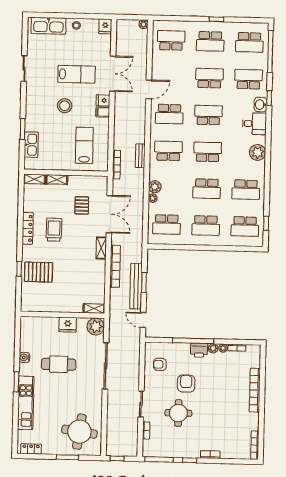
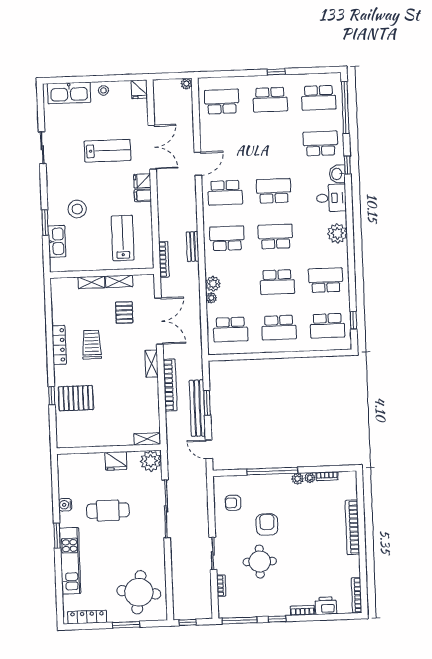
school desk: (209, 78) -> (272, 145), removed
stool: (65, 106) -> (77, 209), moved
shelving: (34, 179) -> (119, 281), moved
school desk: (246, 190) -> (326, 280), turned 180
printer: (199, 350) -> (326, 606), moved, turned 180
locker: (31, 449) -> (87, 617), width x1.53

